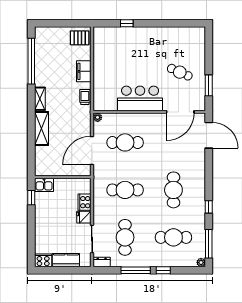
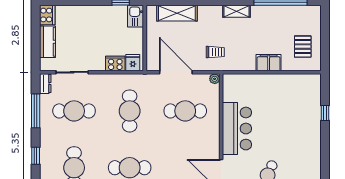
pallet: (80, 38) -> (303, 47), moved
trolley: (85, 97) -> (215, 52), moved
shelving: (42, 129) -> (177, 13), moved
cafe table: (125, 142) -> (185, 111), turned 90
fridge: (84, 217) -> (133, 63), moved
window: (136, 270) -> (36, 111), moved

